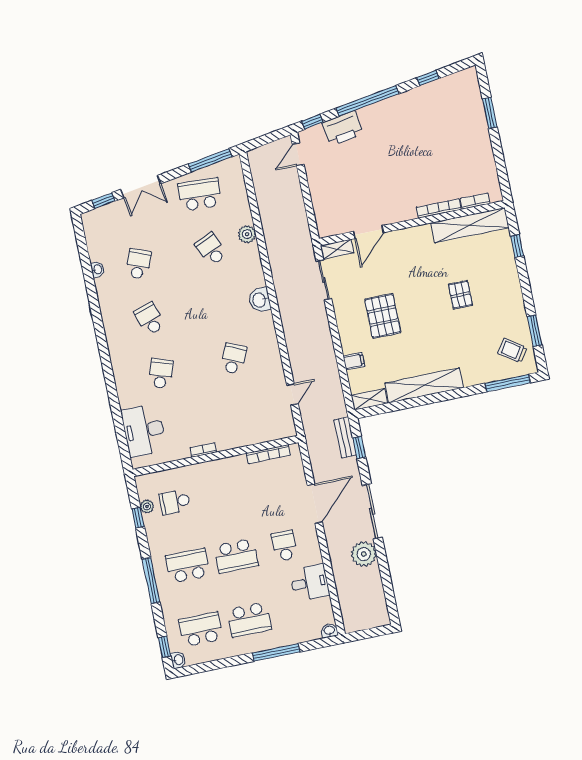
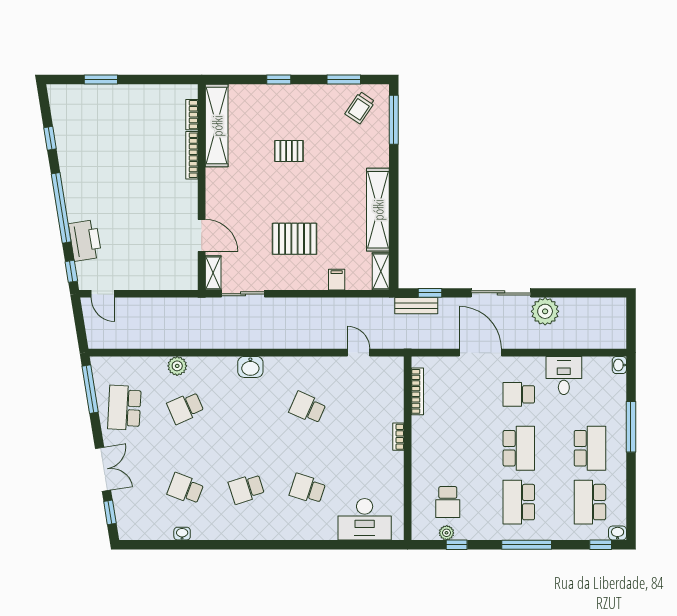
window: (517, 246) -> (279, 80), moved
bookcase: (203, 450) -> (398, 437), moved

